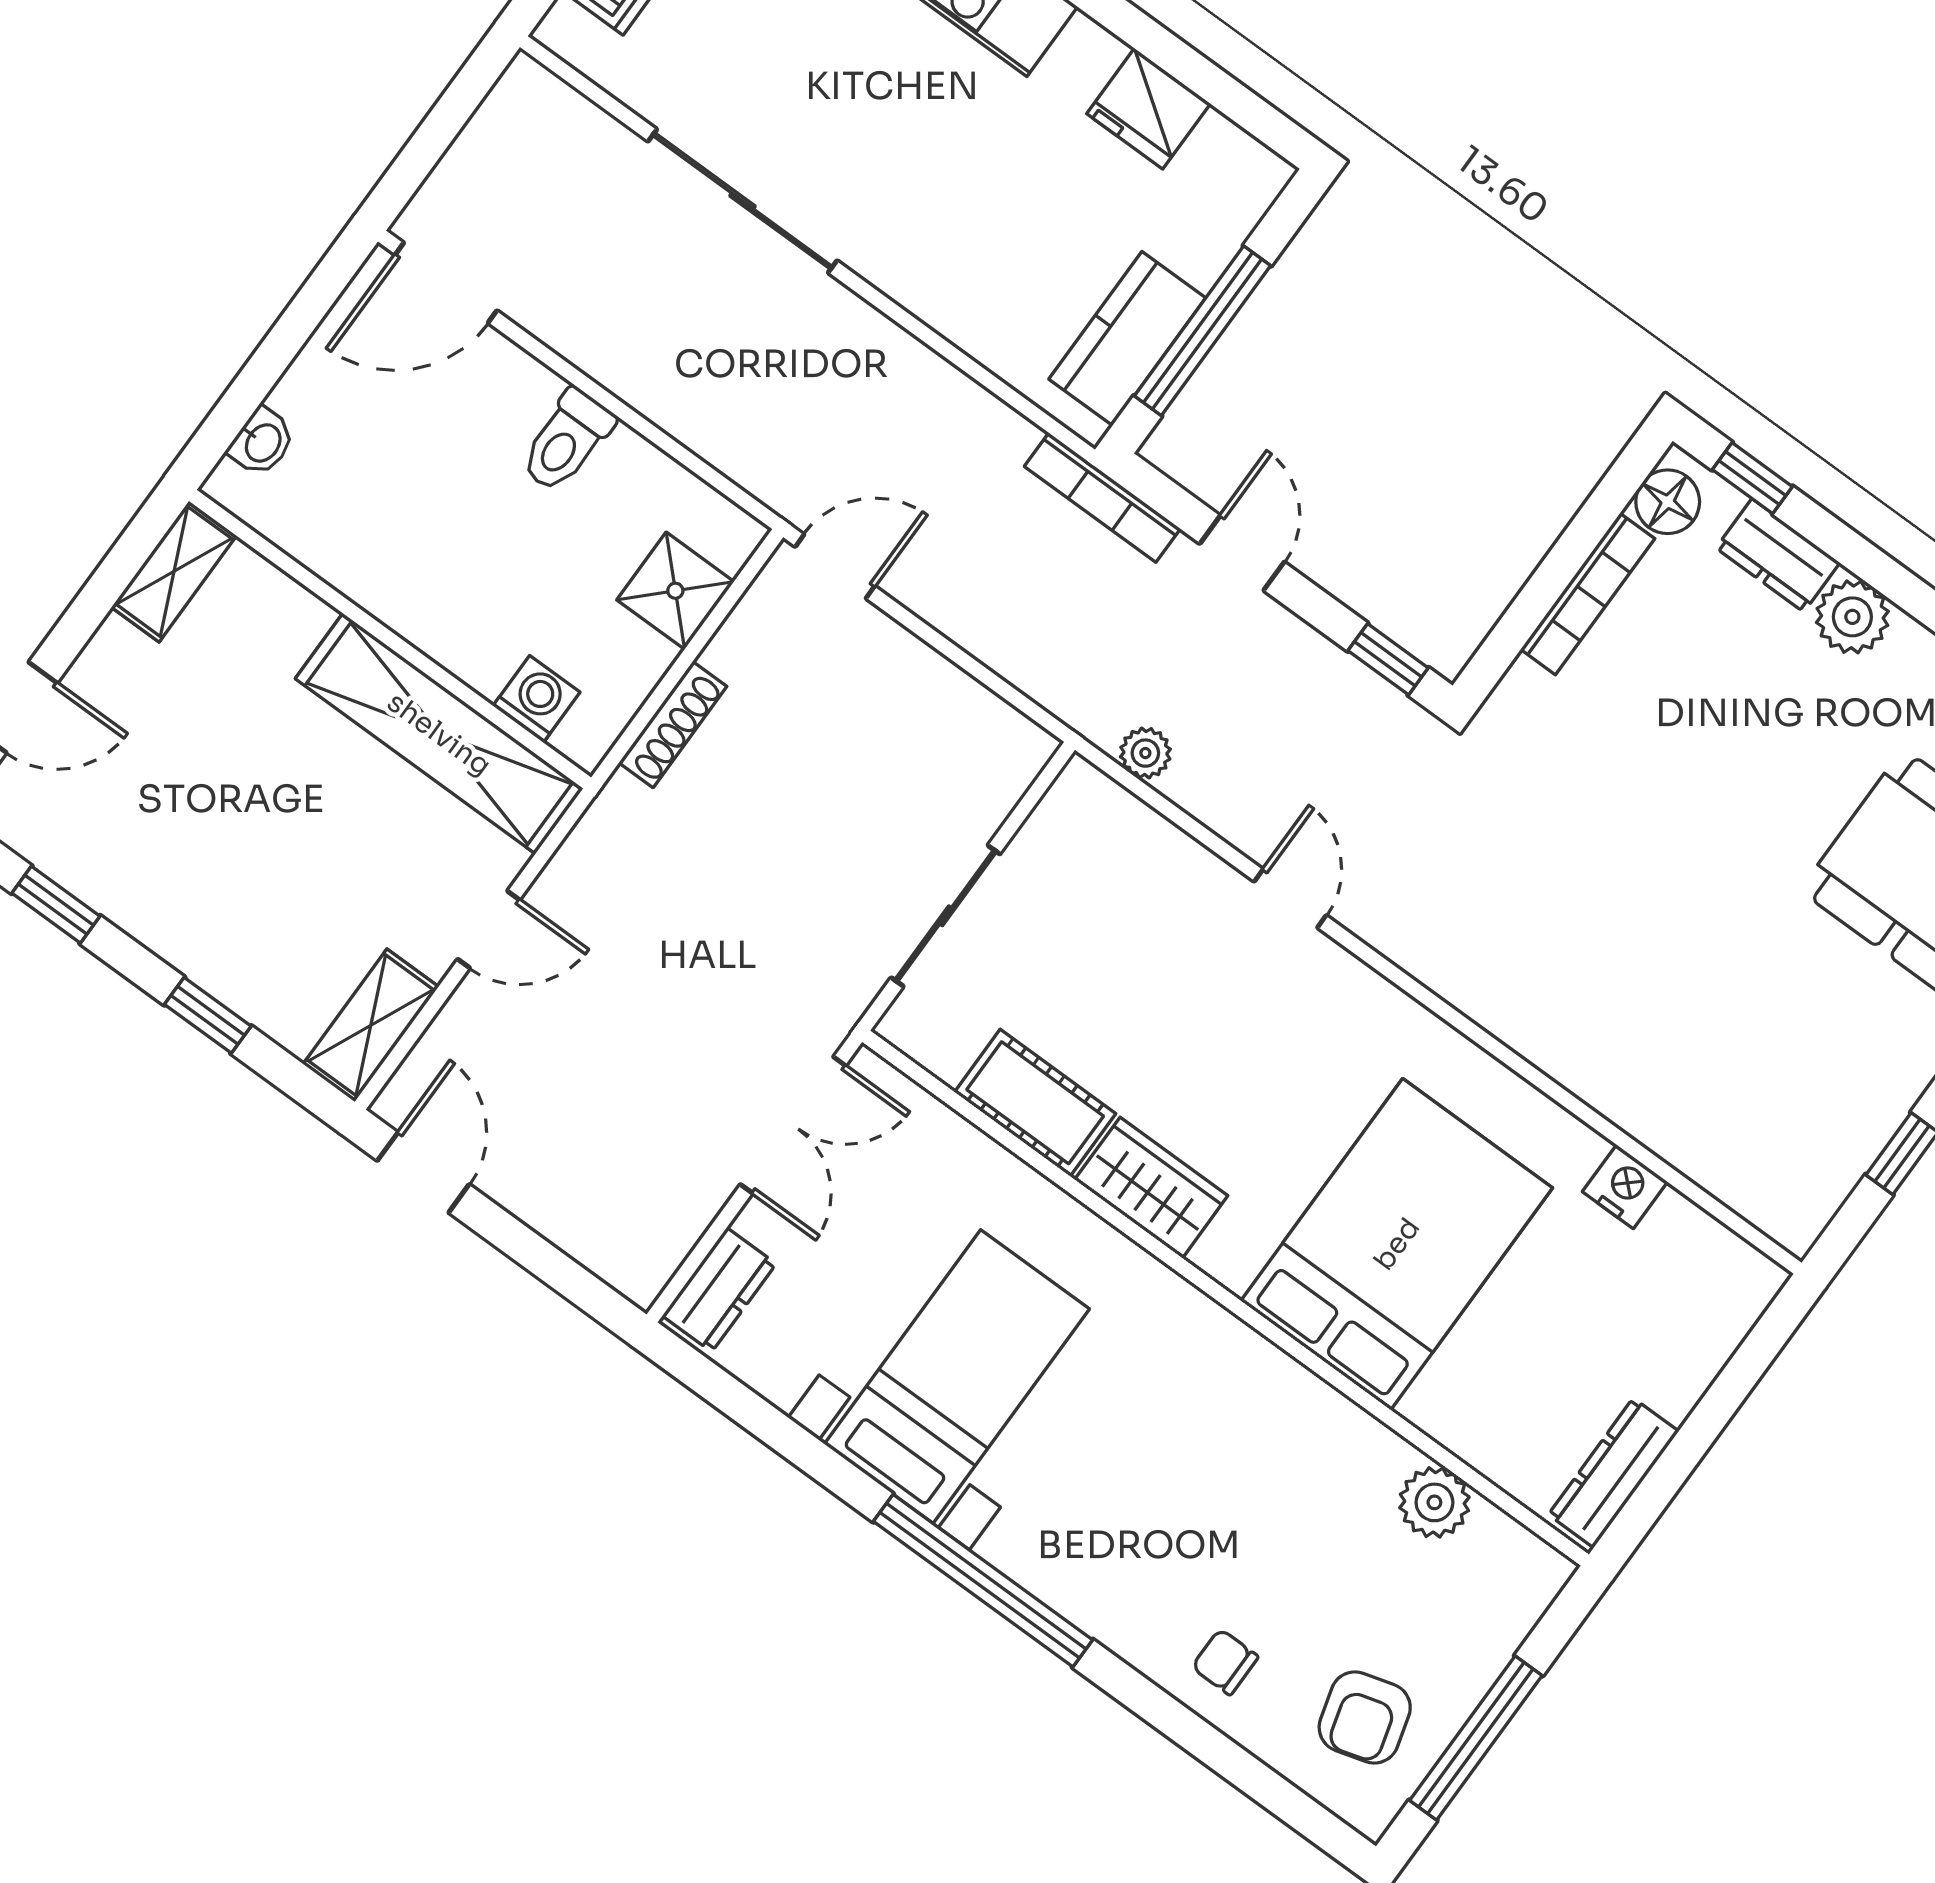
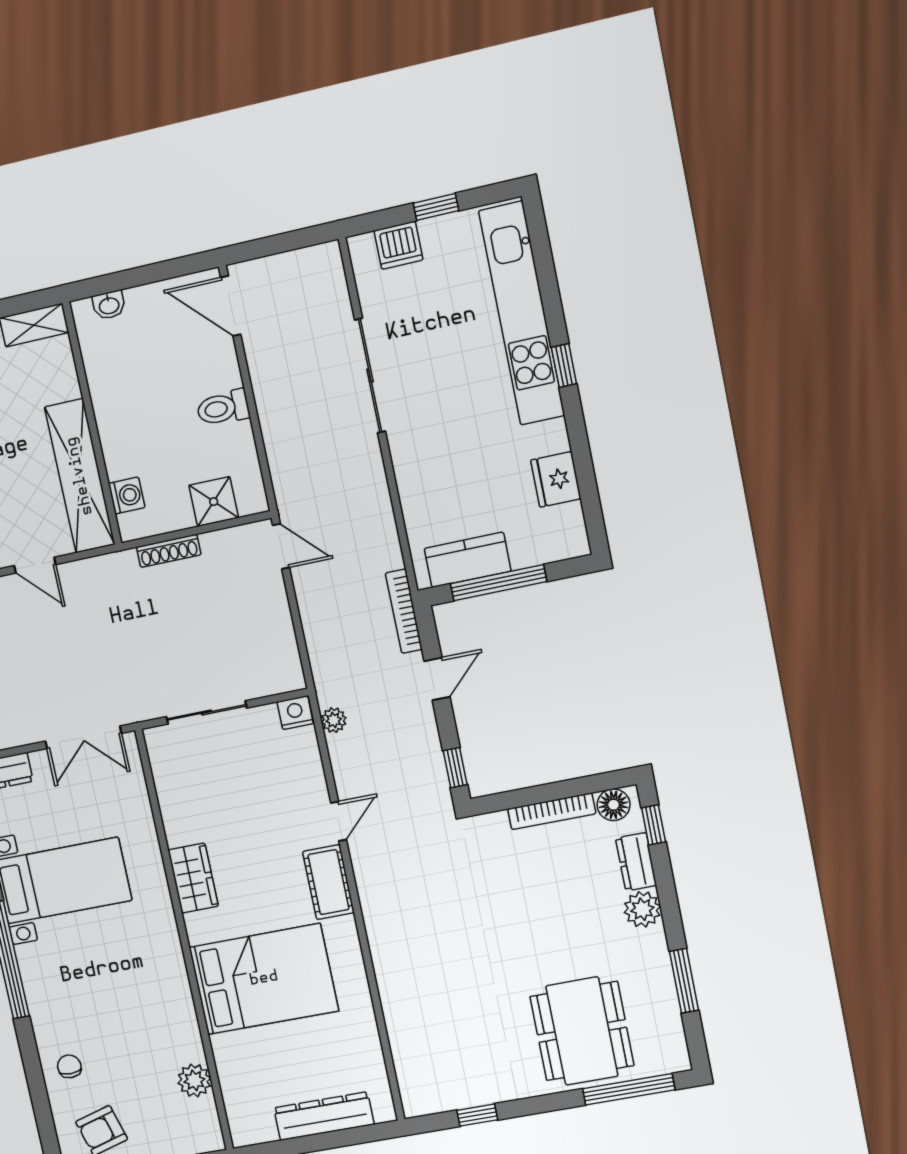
cot: (1035, 1103) -> (328, 882), moved
nightstand: (1625, 1187) -> (295, 713), moved, turned -90
dresser: (1613, 1473) -> (324, 1116), moved, width x1.37, depth x1.24

